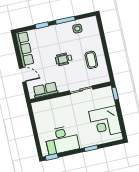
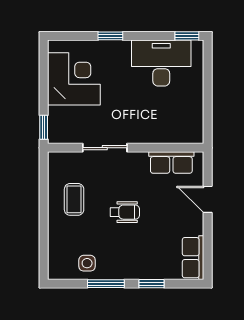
row of seats: (25, 49) -> (193, 258), width x0.68

